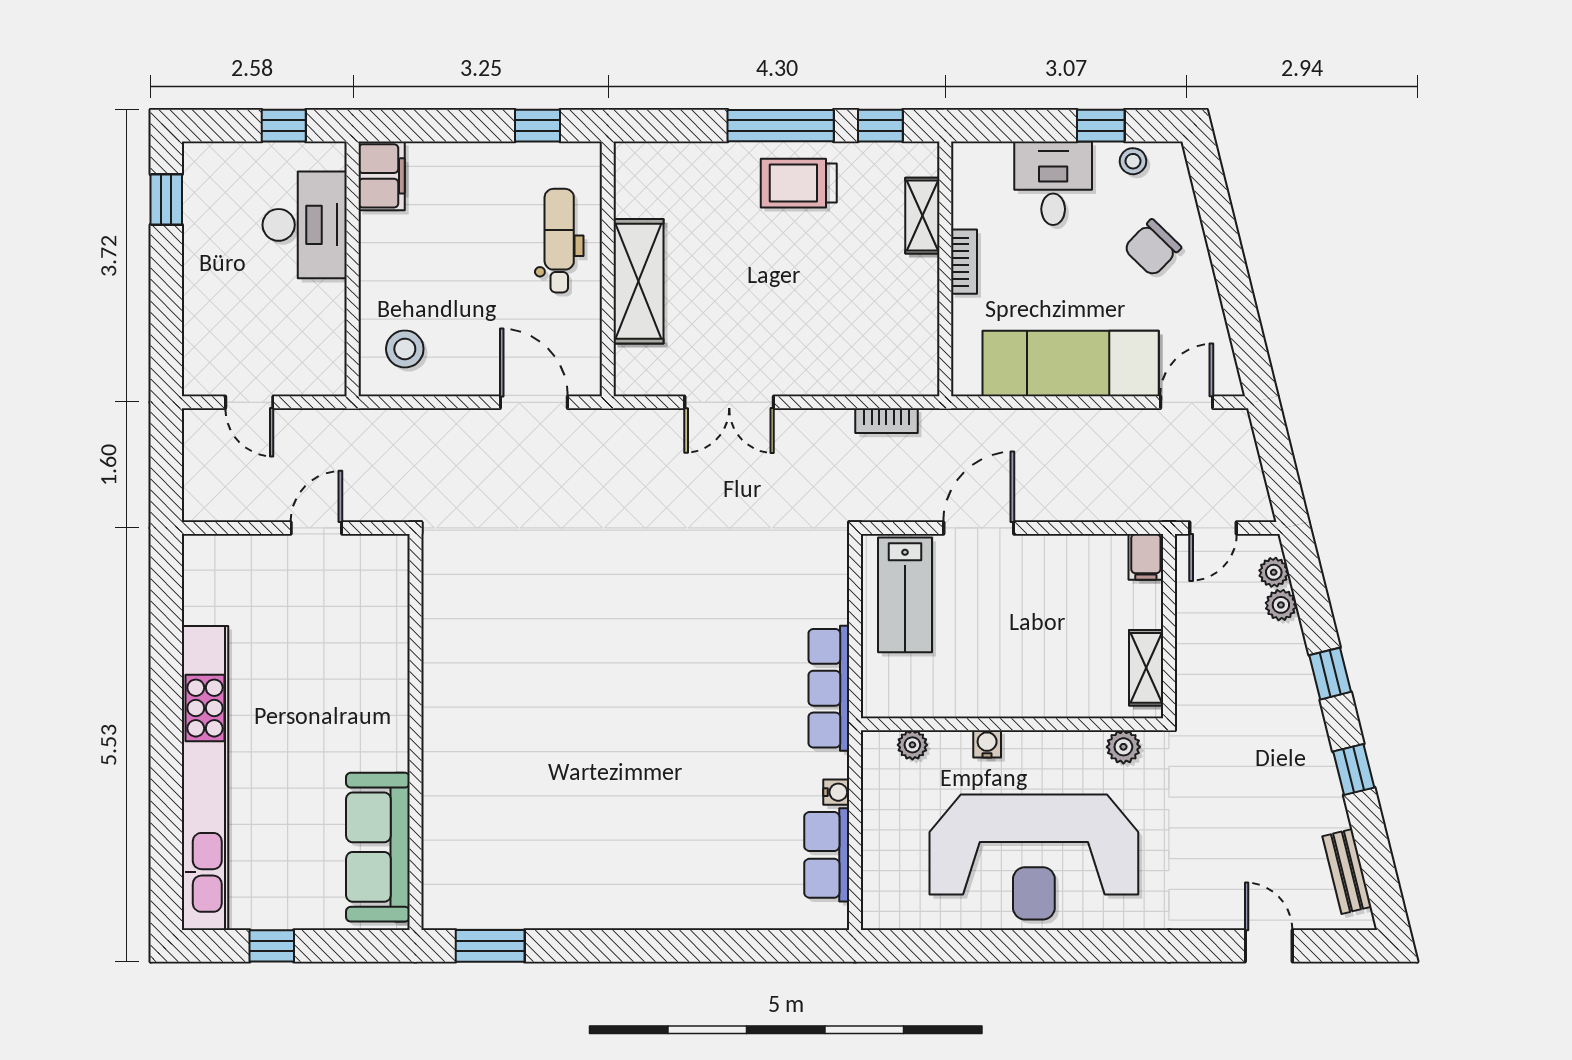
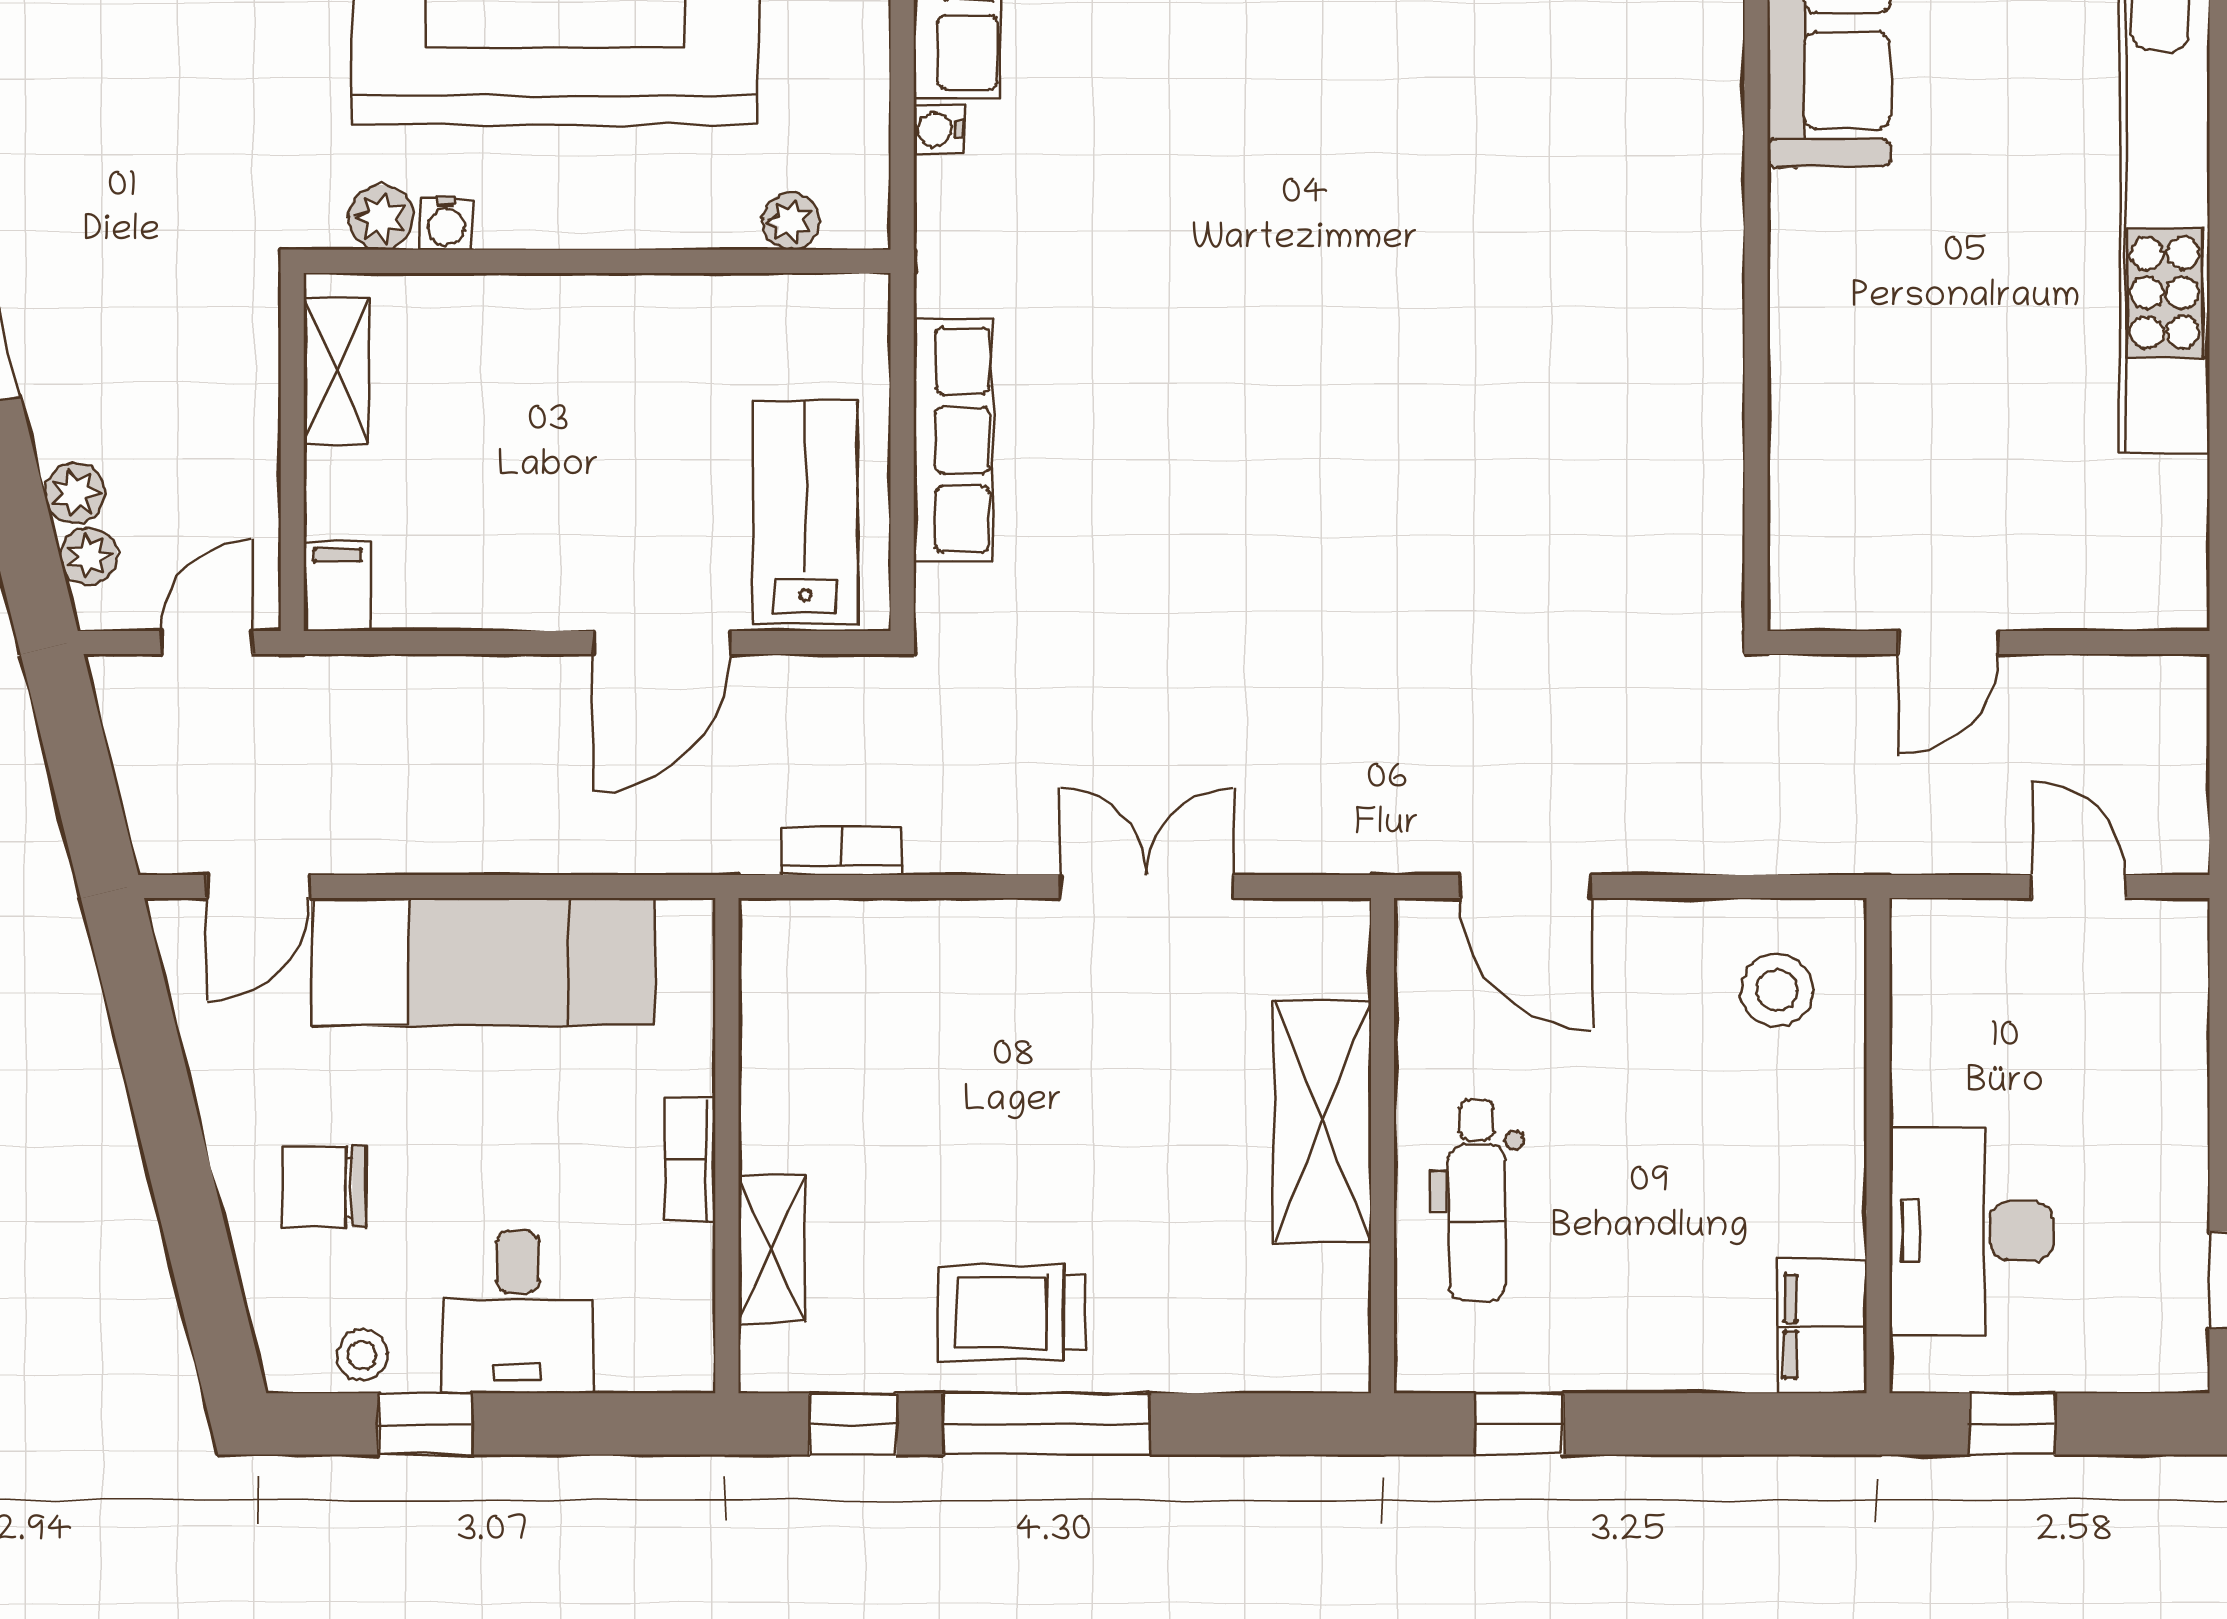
trolley: (799, 183) -> (1012, 1313), turned 180
chair: (1152, 248) -> (324, 1187), turned -134
row of seats: (829, 688) -> (953, 440), moved
water cooler: (987, 744) -> (446, 223), moved

